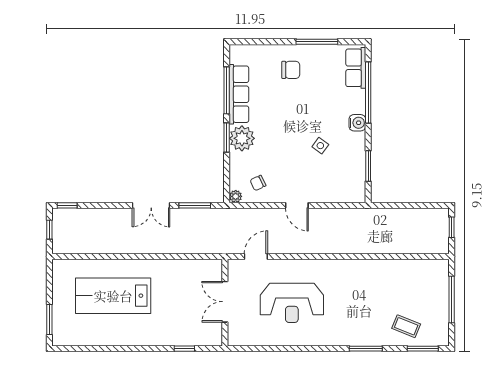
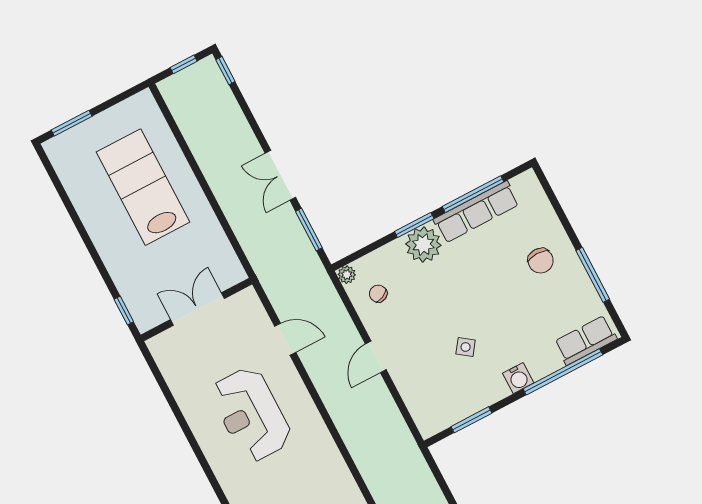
double door: (225, 302) -> (197, 309), moved
wall: (225, 303) -> (196, 310), moved

